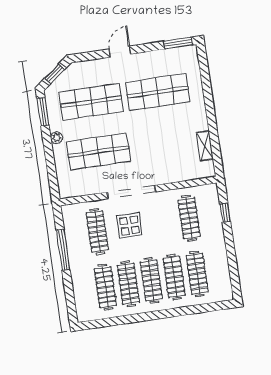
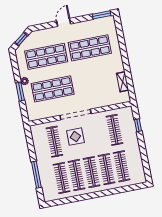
window: (43, 112) -> (20, 92), moved
window: (63, 250) -> (36, 175), moved

